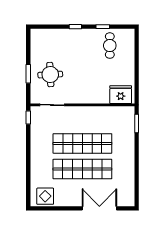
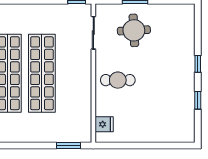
cafe table: (110, 46) -> (118, 80), moved
fridge: (121, 95) -> (104, 124), width x0.53, depth x0.75

